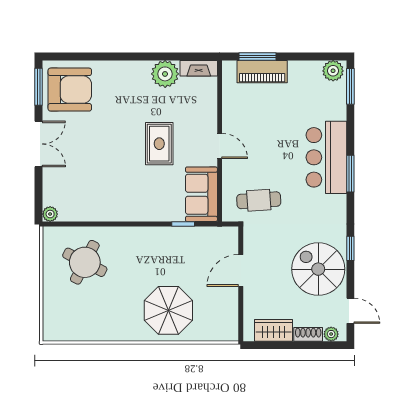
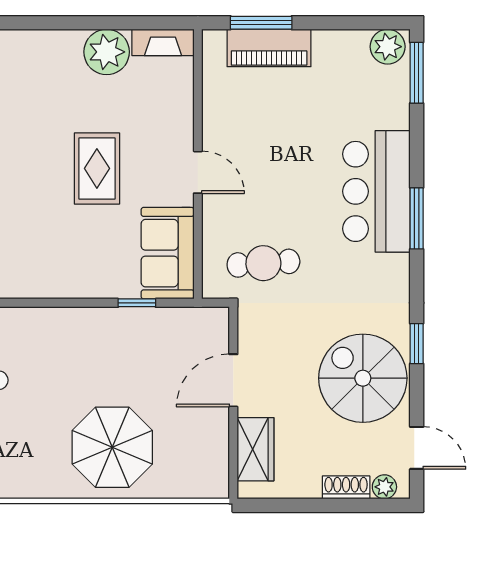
wardrobe: (274, 330) -> (256, 449), moved, turned 90

